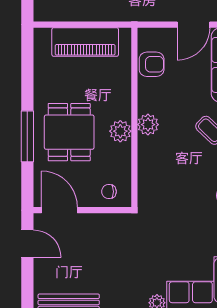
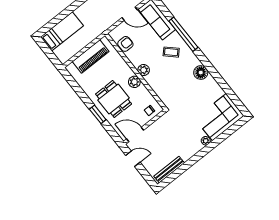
door: (193, 25) -> (130, 14), hinge flipped
window: (27, 136) -> (98, 114), width x0.69

